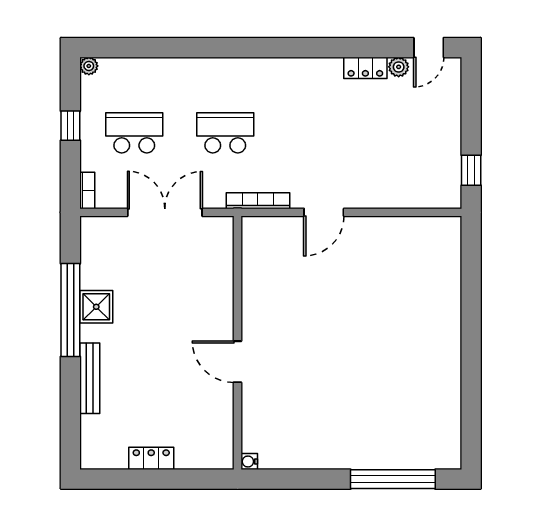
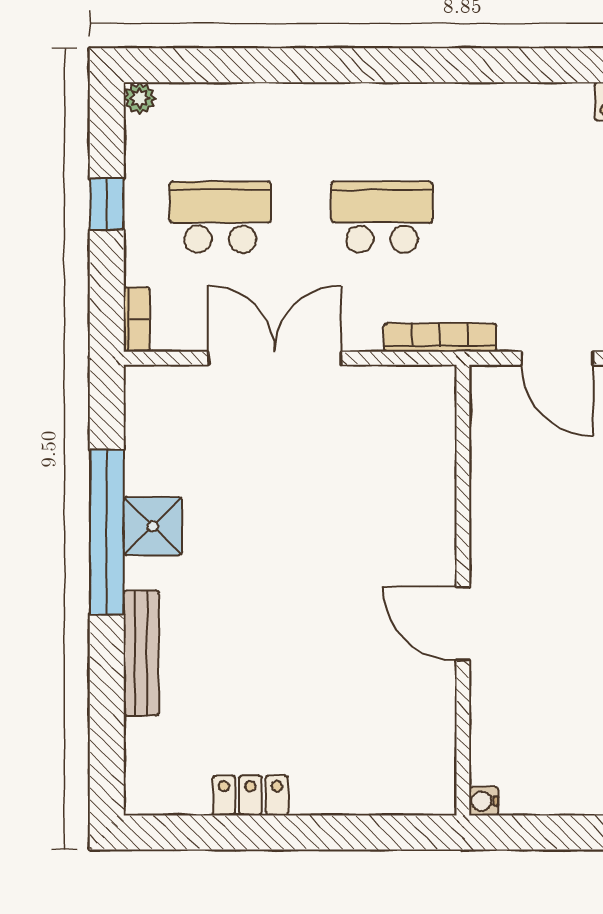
door: (324, 212) -> (557, 358), hinge flipped
wall: (238, 343) -> (463, 590), moved
door: (238, 362) -> (463, 624), moved
water cooler: (249, 461) -> (484, 801), moved

